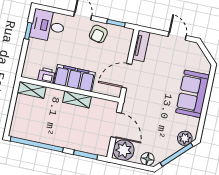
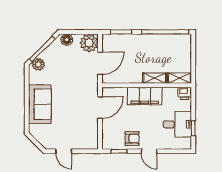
desk: (48, 26) -> (177, 124), moved
armchair: (98, 34) -> (132, 139), turned 77
tv unit: (141, 46) -> (93, 136), removed
printer: (46, 75) -> (185, 93), moved
shelving: (77, 99) -> (155, 78), moved
door: (116, 125) -> (100, 63), swing flipped

